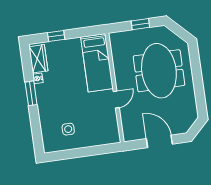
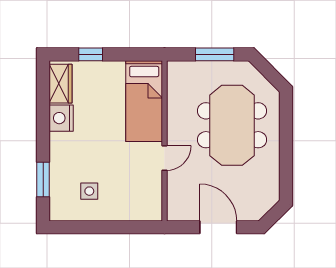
window: (140, 24) -> (215, 54), width x1.50
nightstand: (38, 78) -> (61, 118), width x1.89, depth x1.79
window: (31, 93) -> (43, 179), moved

